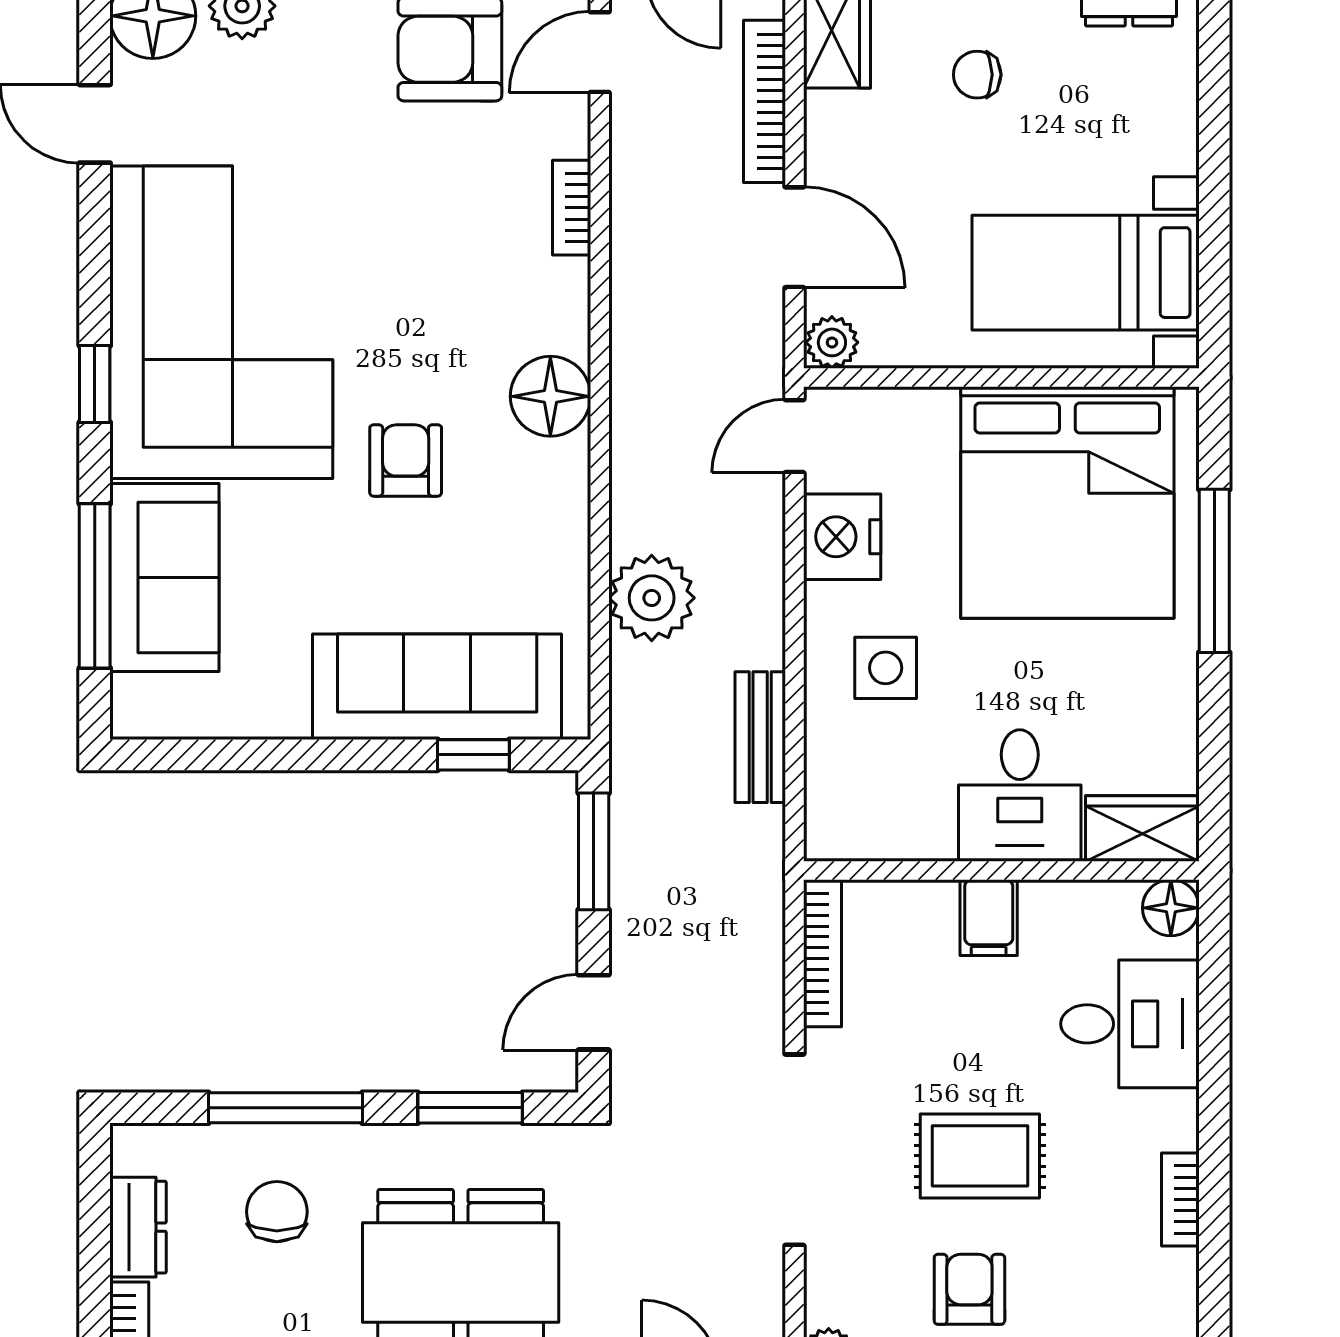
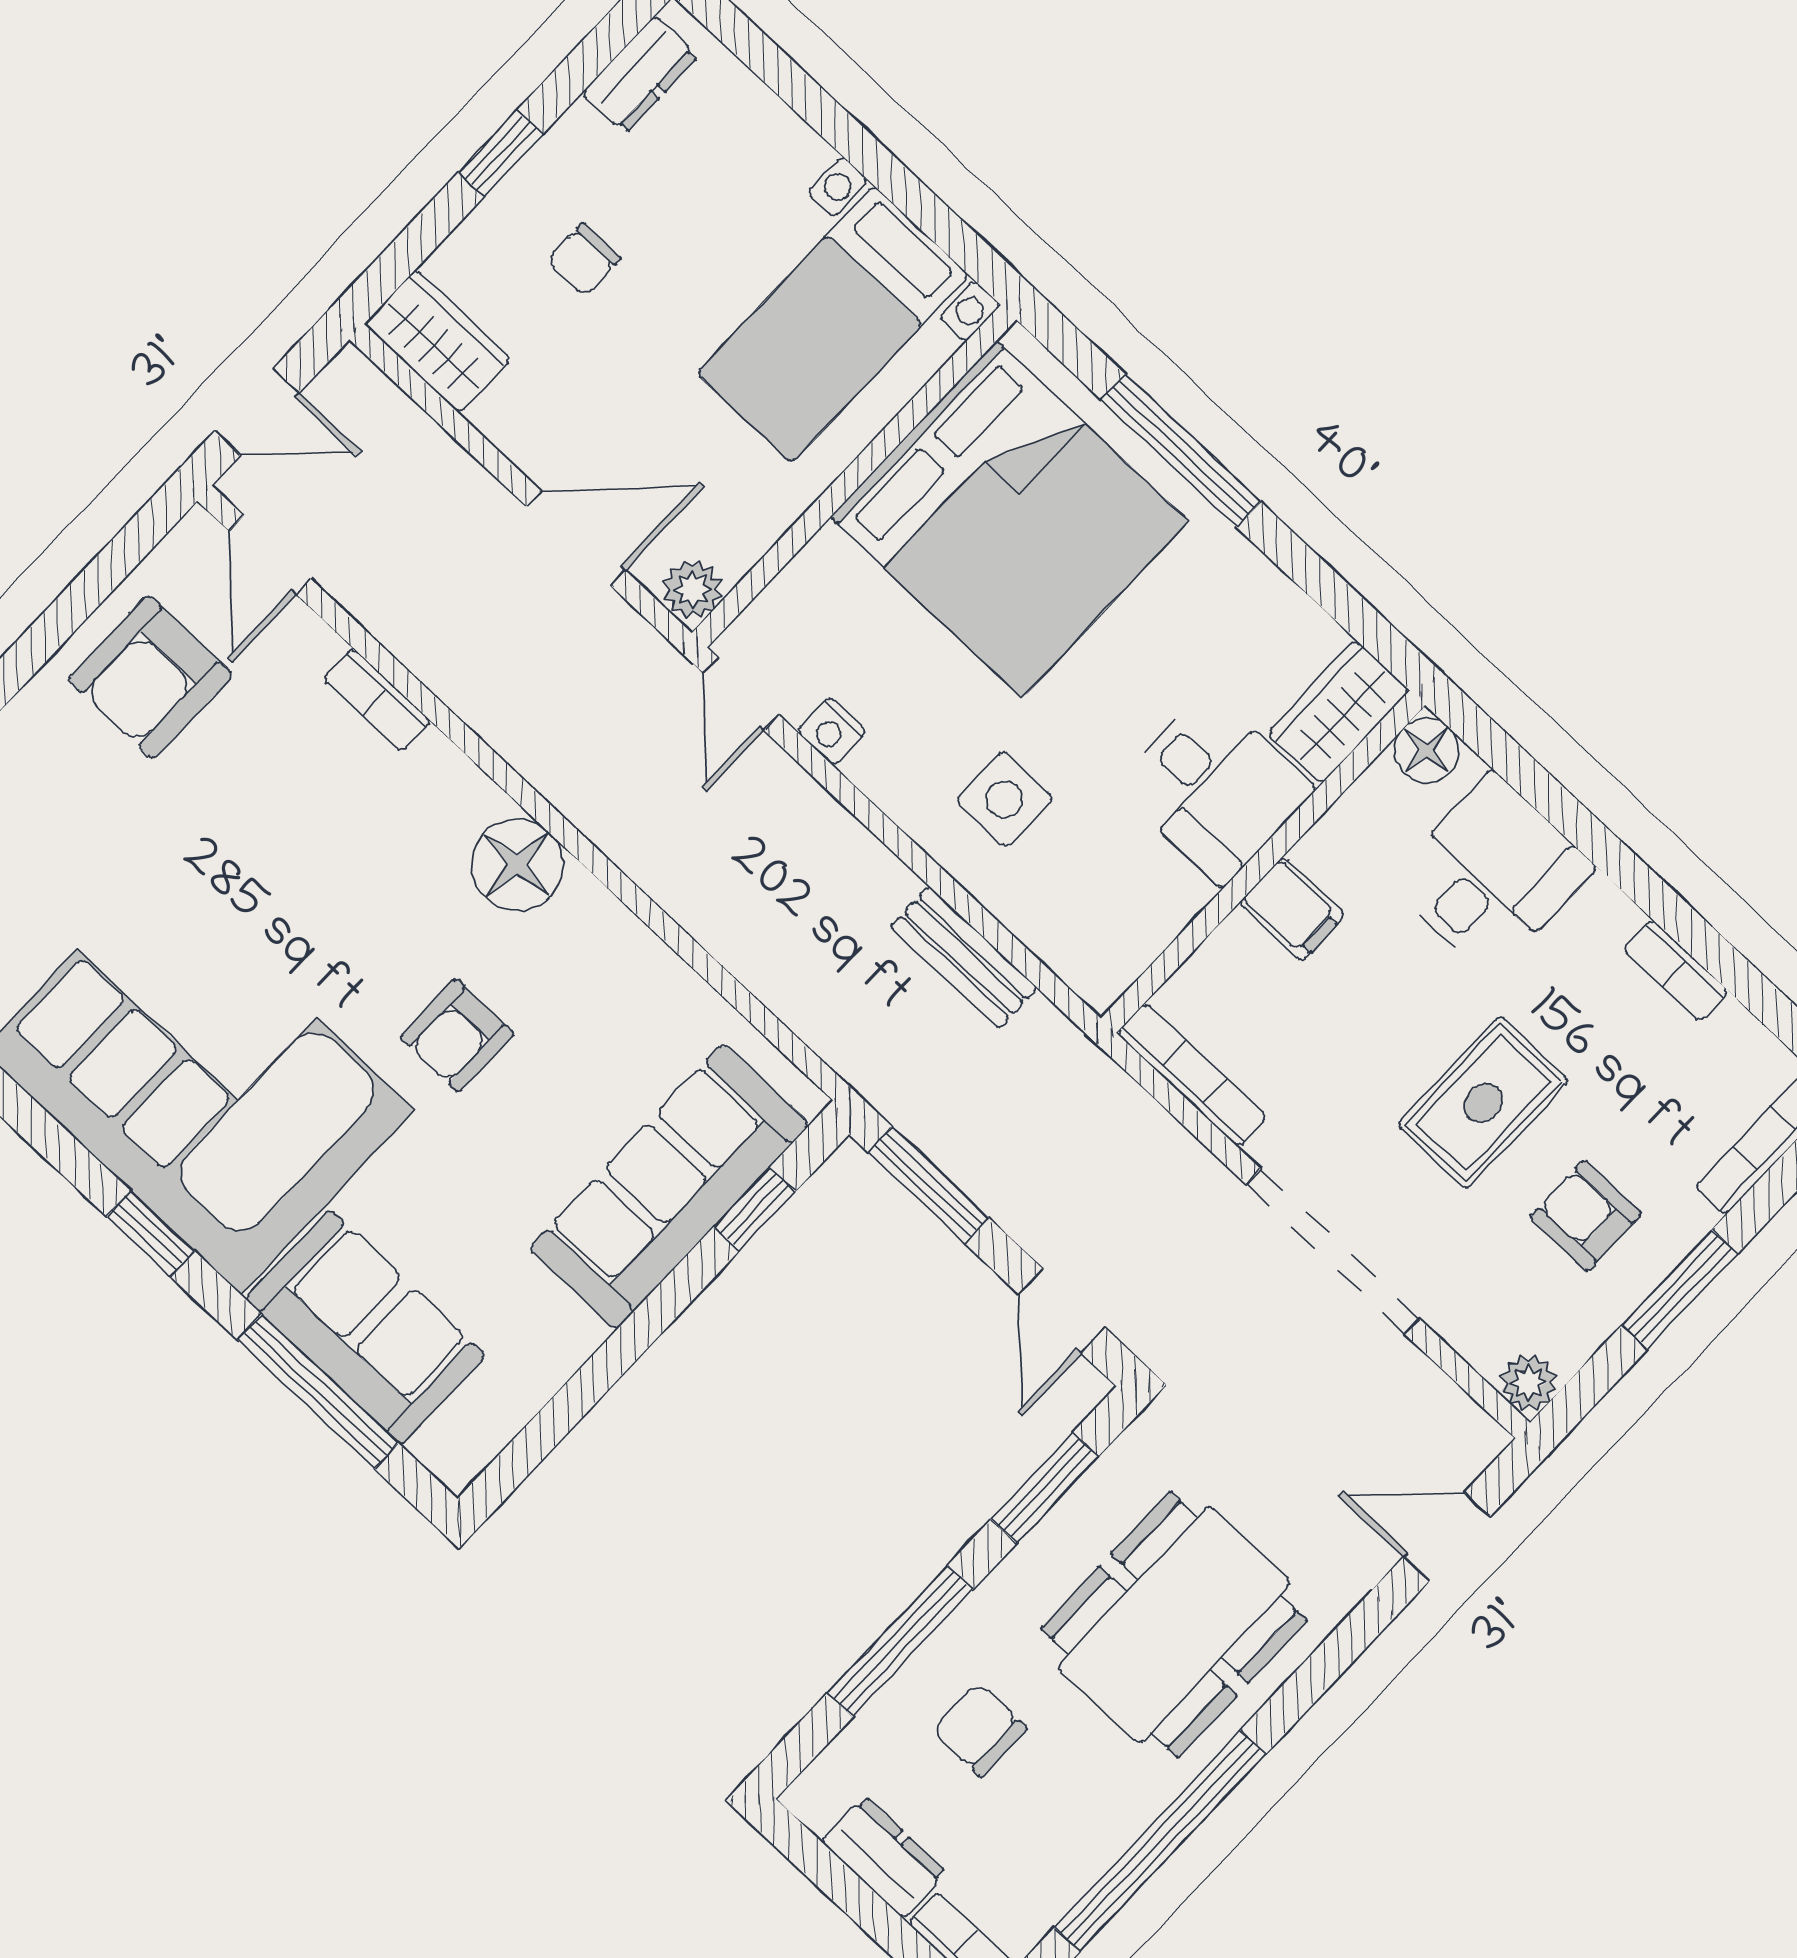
bookcase: (764, 101) -> (440, 457), removed
armchair: (406, 460) -> (457, 1035), turned -90
nightstand: (842, 537) -> (831, 731), width x0.53, depth x0.56
plant: (652, 598) -> (763, 939), removed

